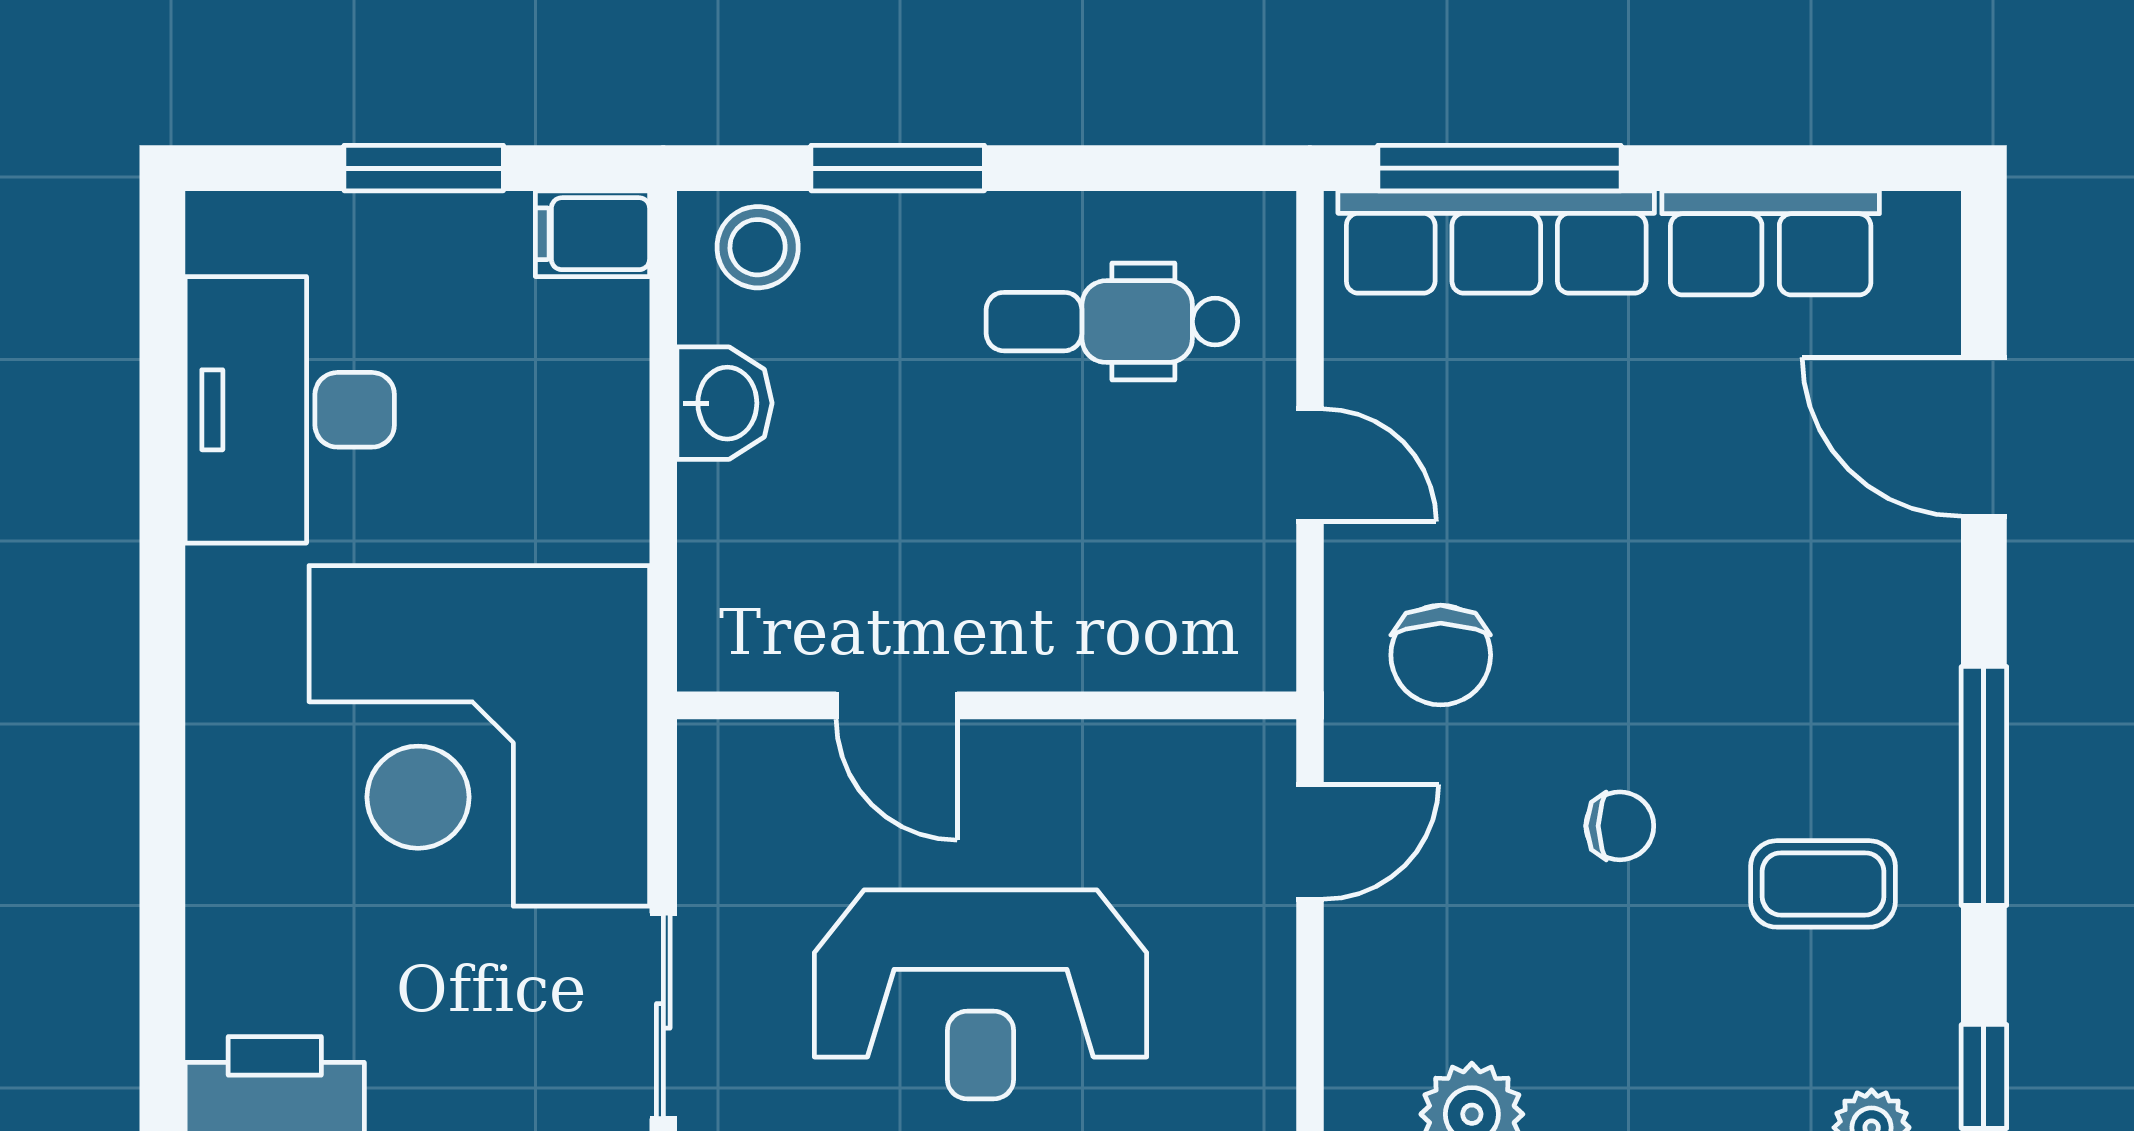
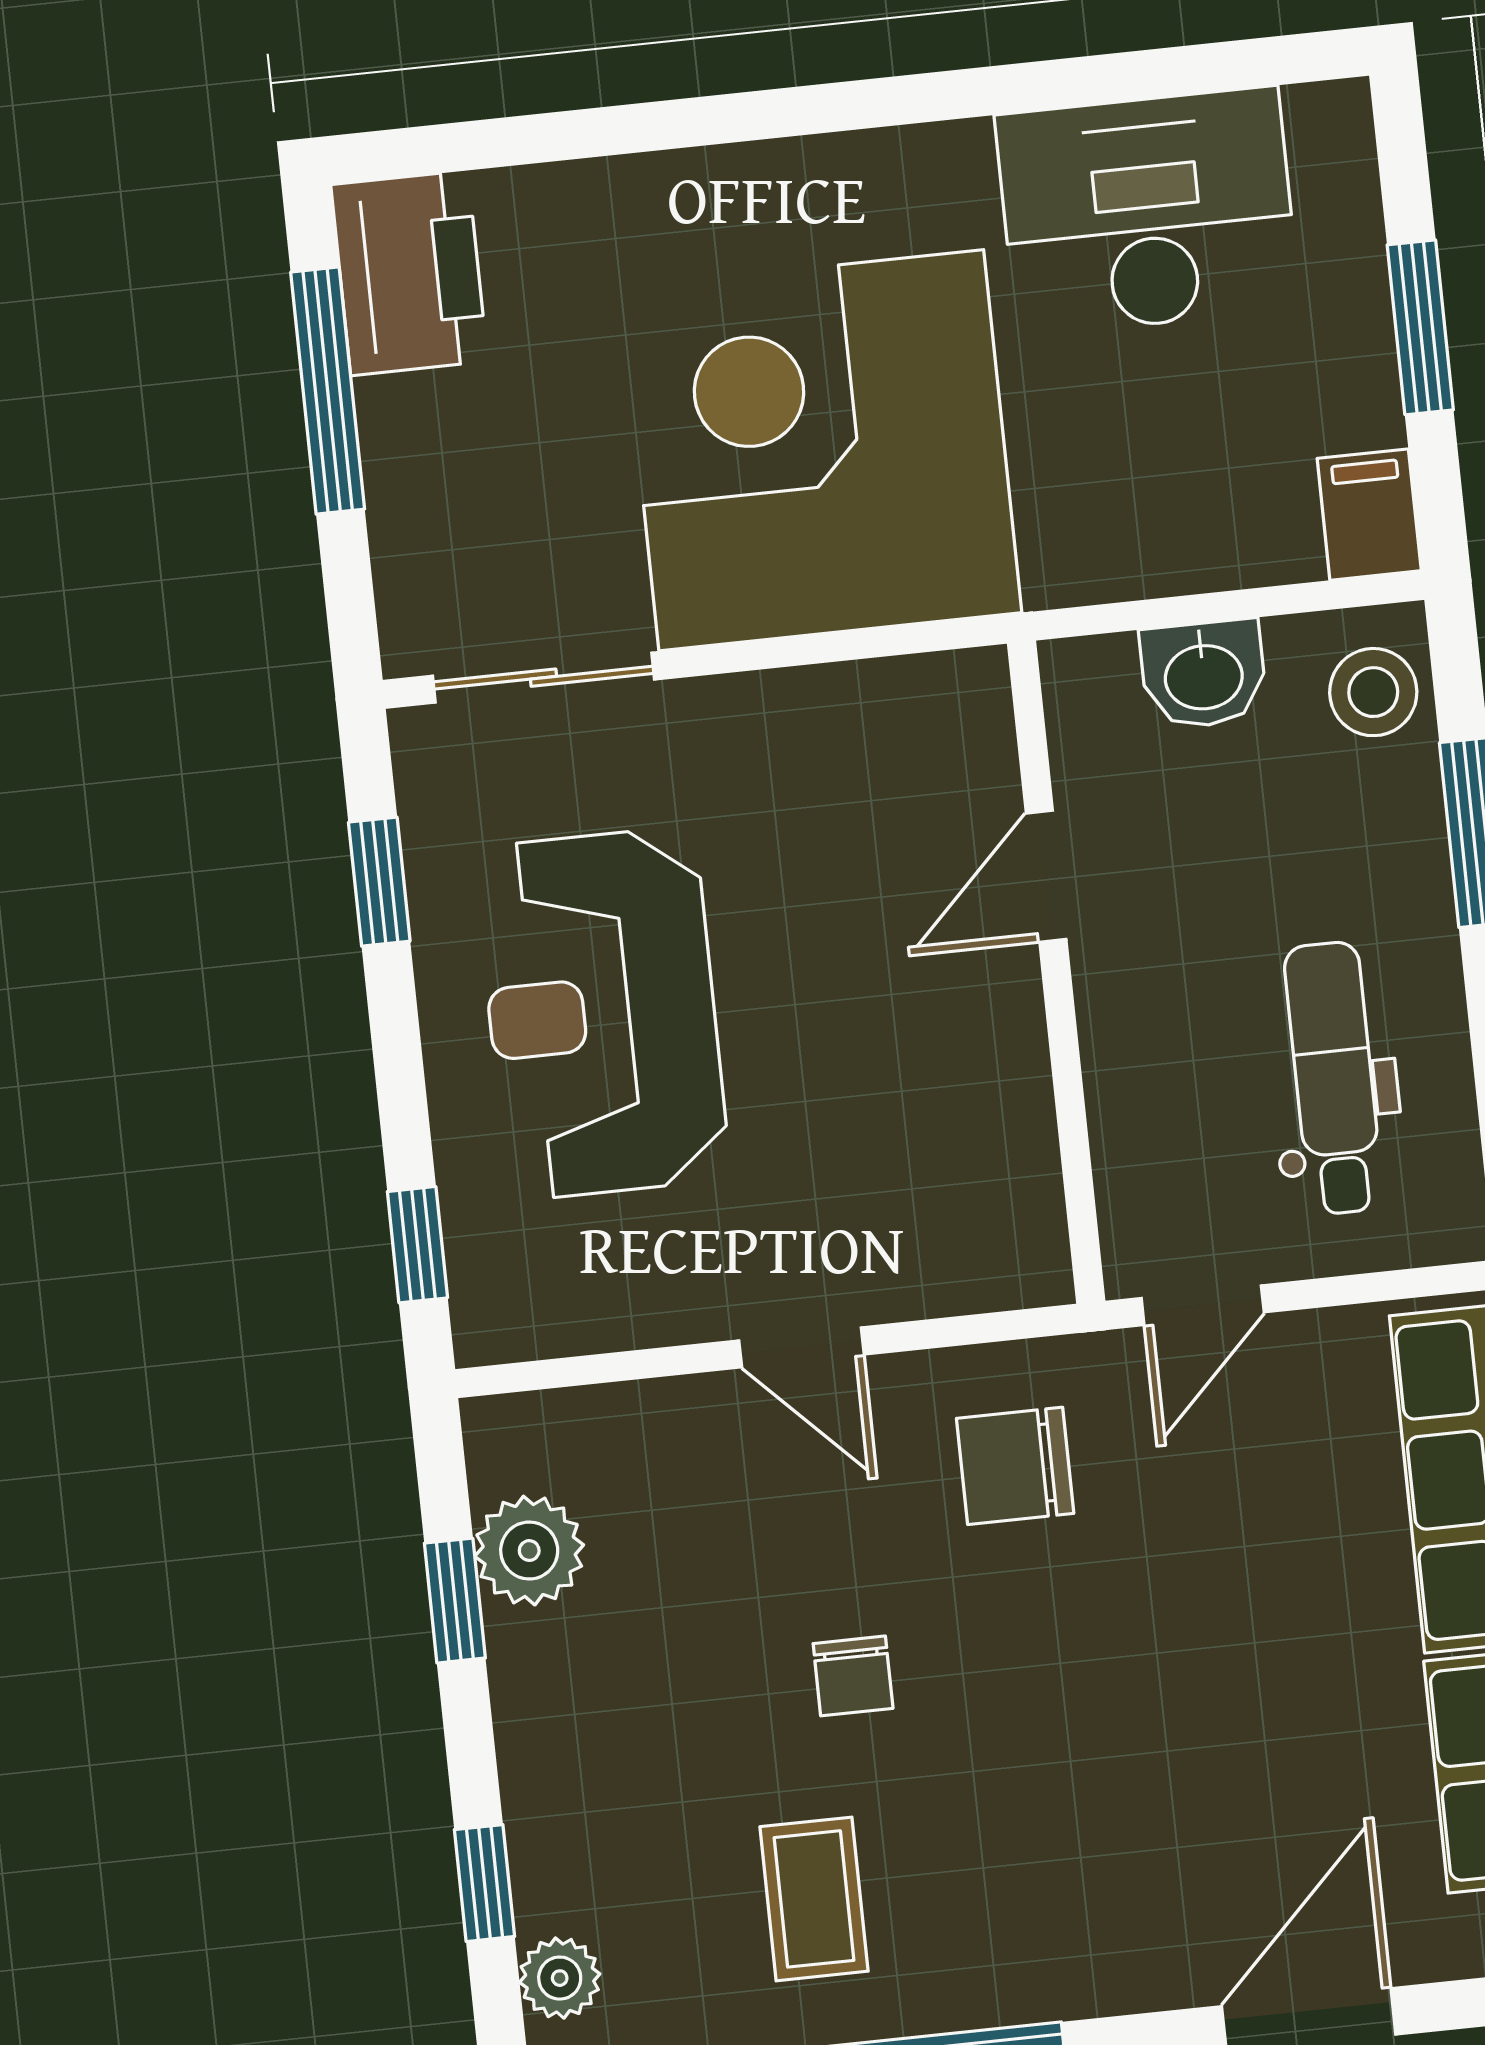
door: (897, 705) -> (1046, 876), moved
wall: (987, 705) -> (1056, 972), moved

